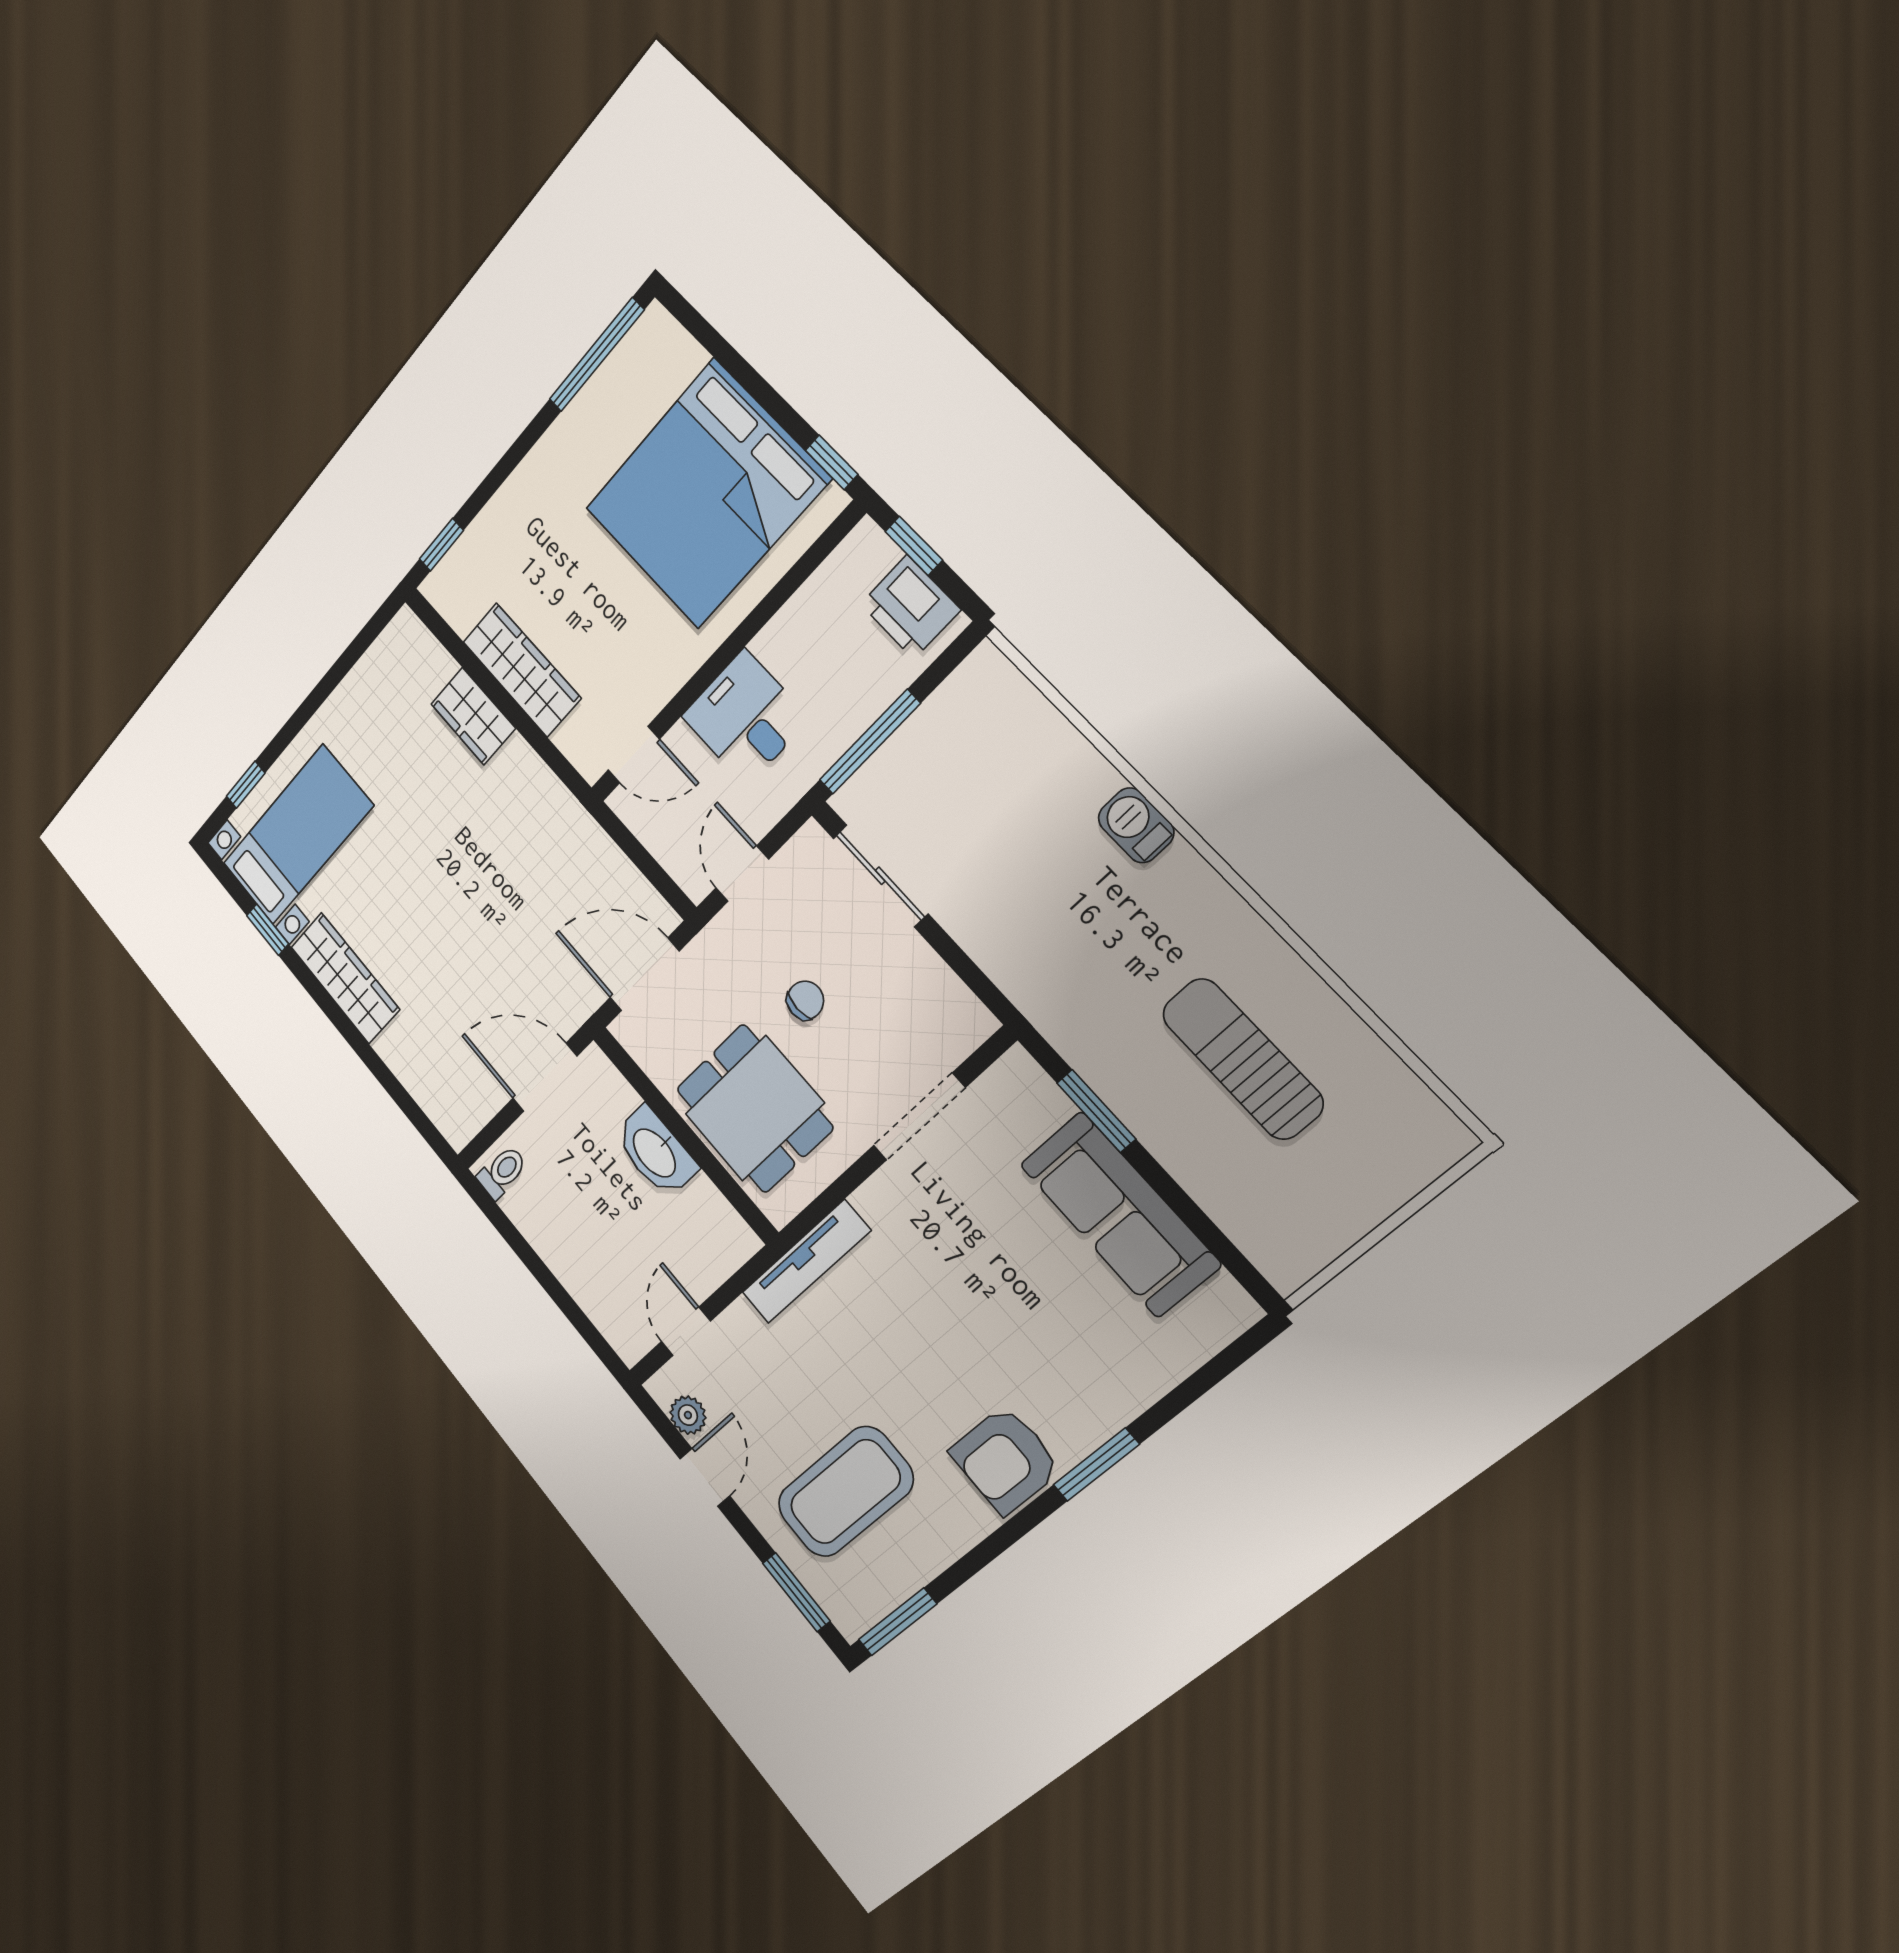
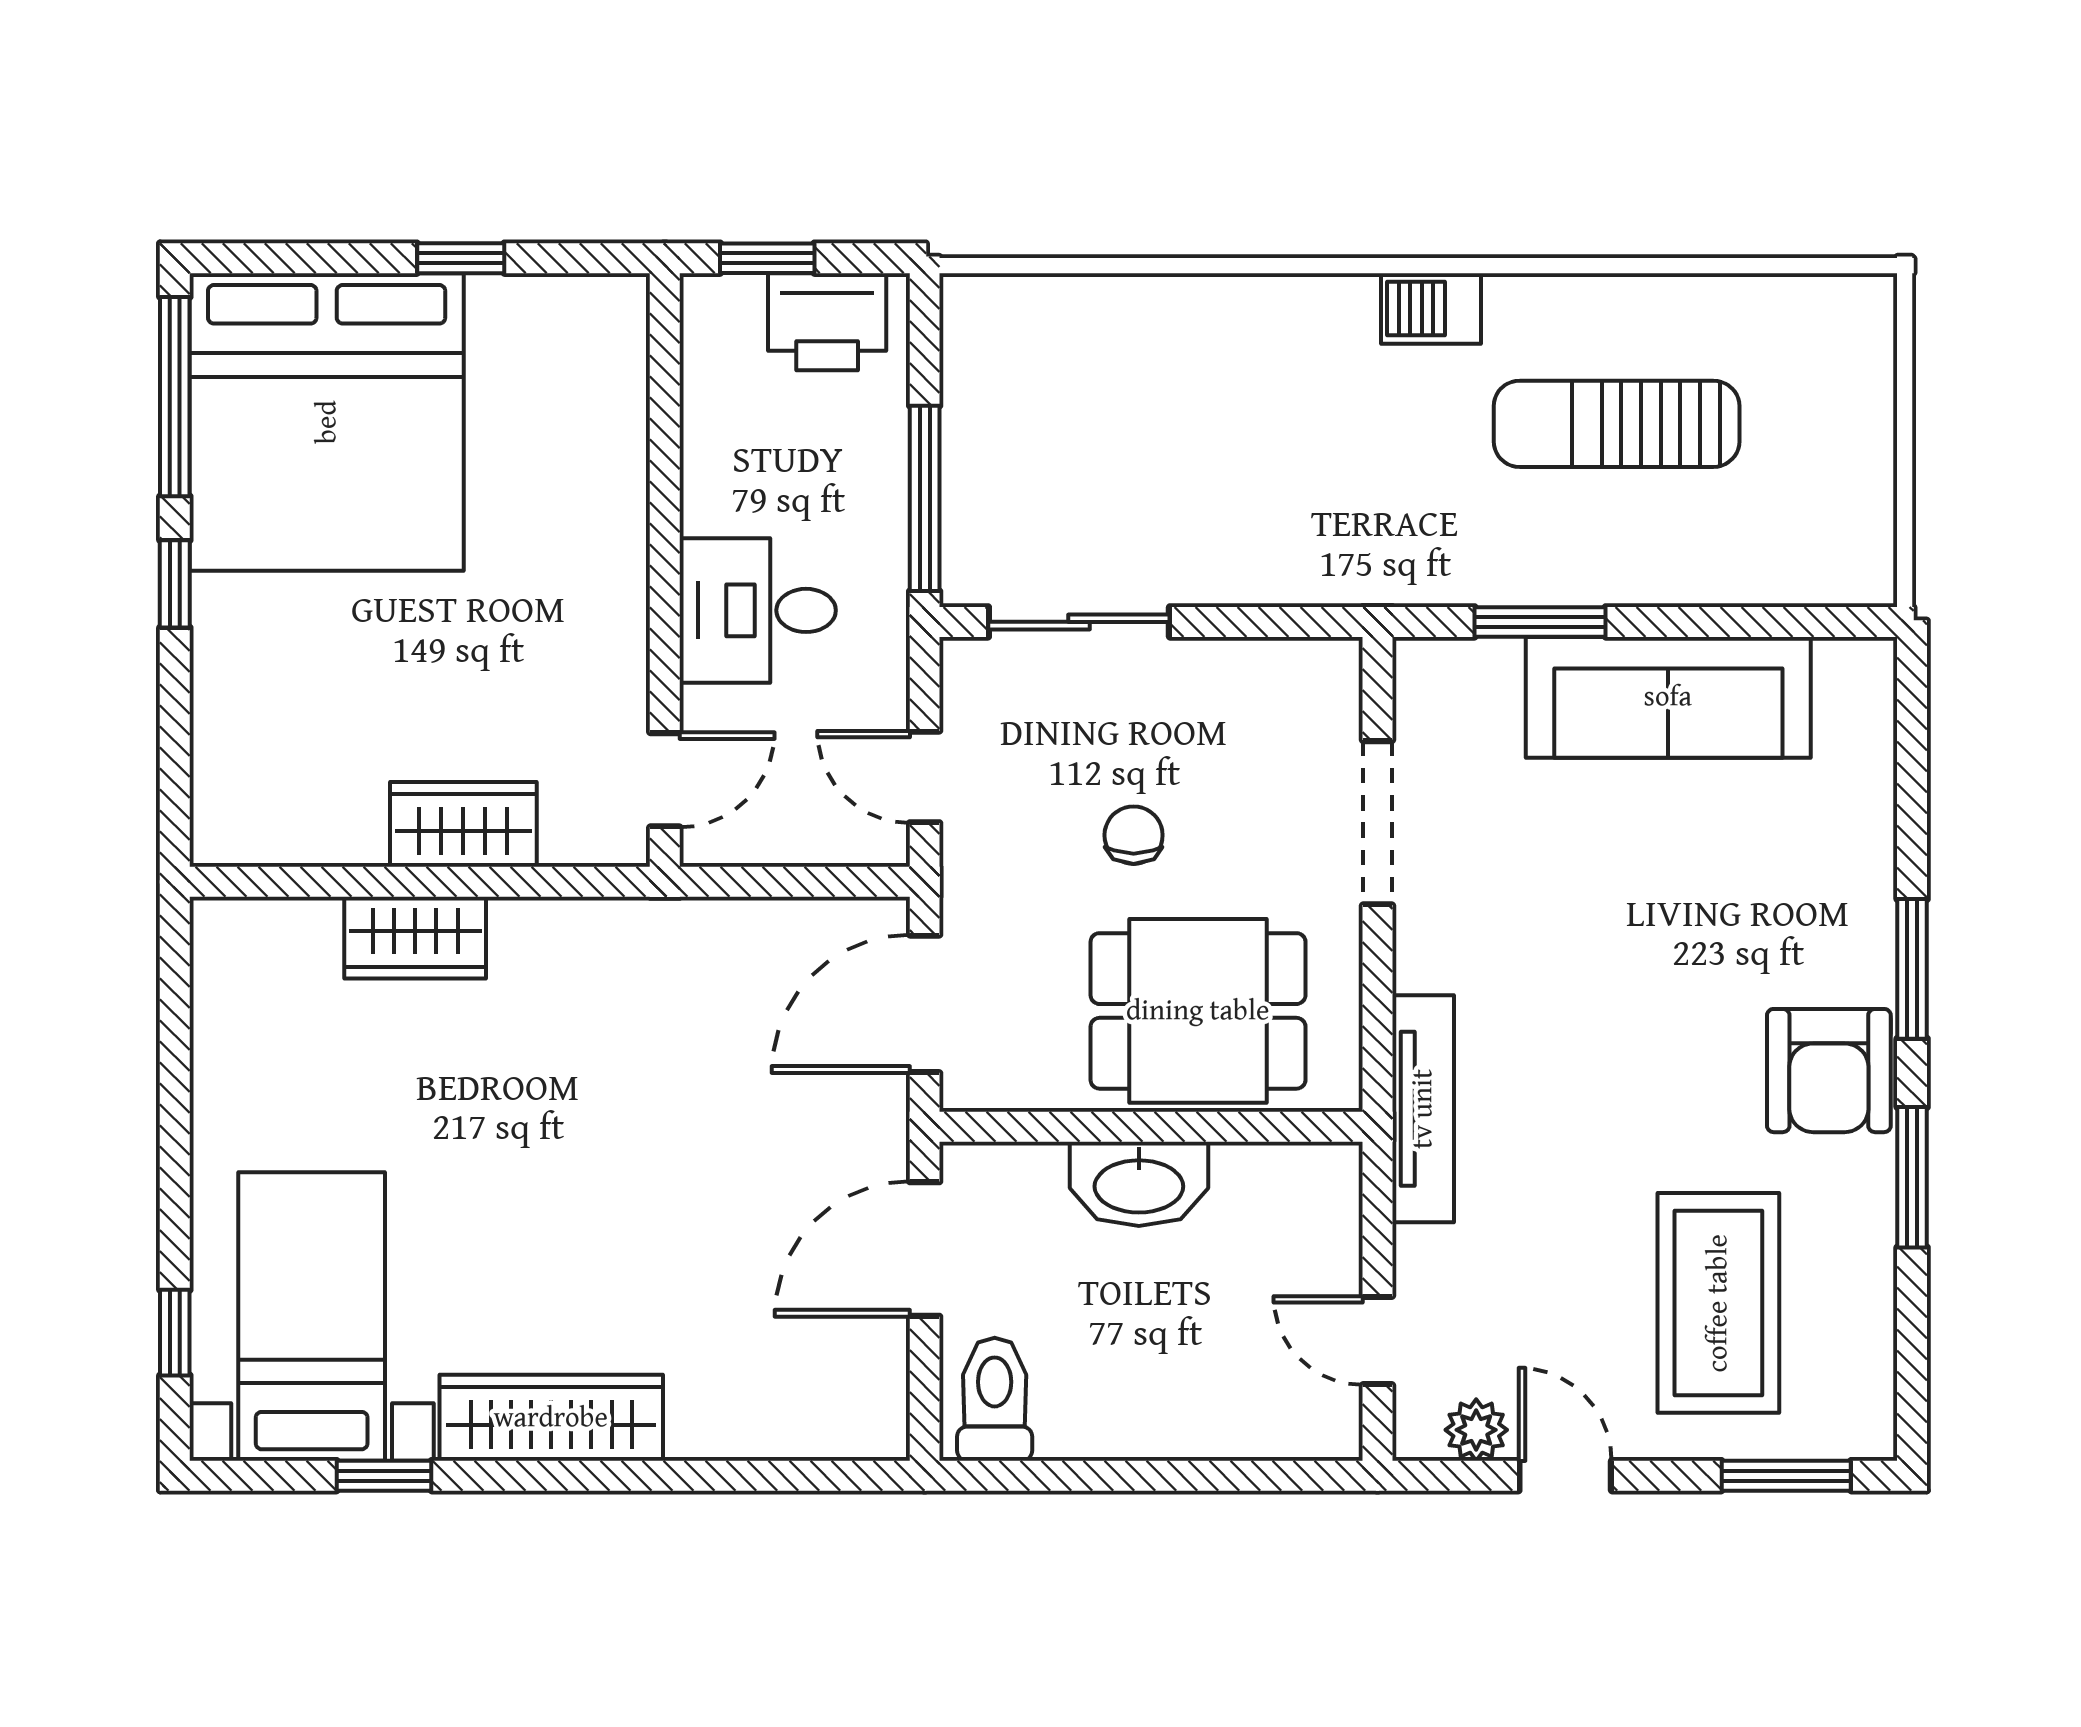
window: (832, 462) -> (461, 258), moved
bed: (706, 494) -> (327, 422), moved
window: (441, 545) -> (175, 584), moved
wardrobe: (522, 670) -> (463, 824), width x0.67
barbecue: (1136, 825) -> (1431, 308), moved
toilet: (502, 1172) -> (995, 1399), width x1.37, depth x1.39
window: (897, 1622) -> (1912, 1177), moved

